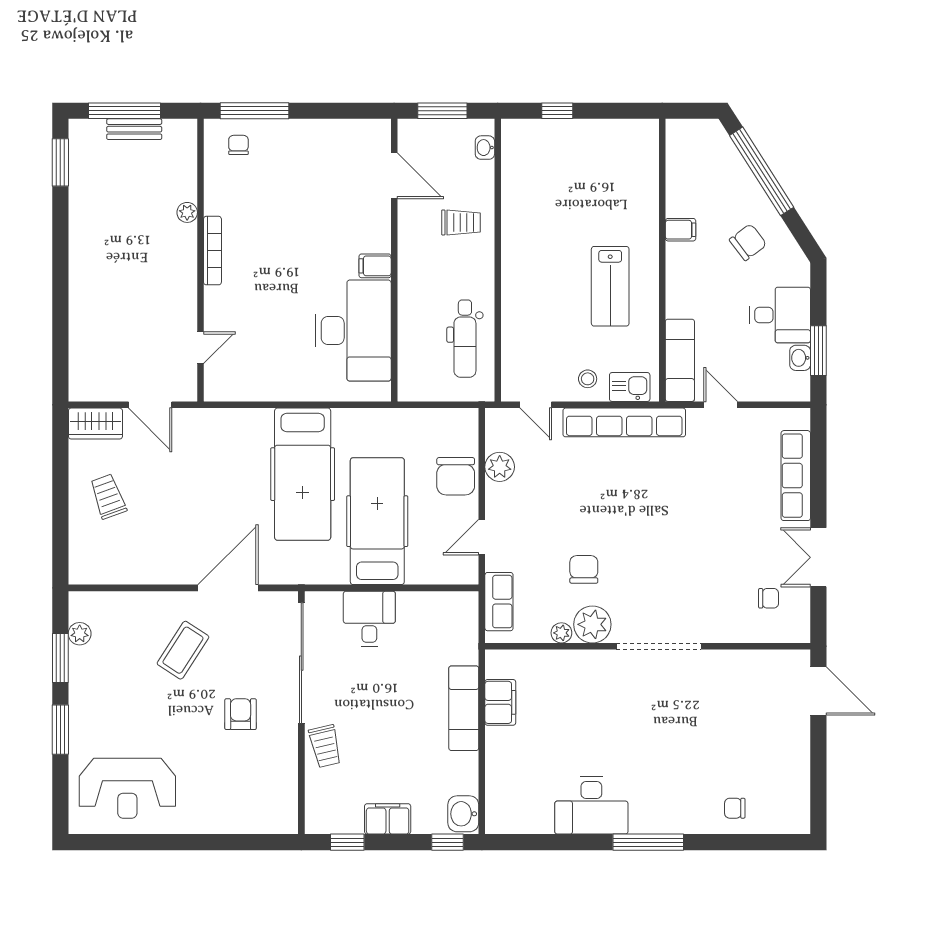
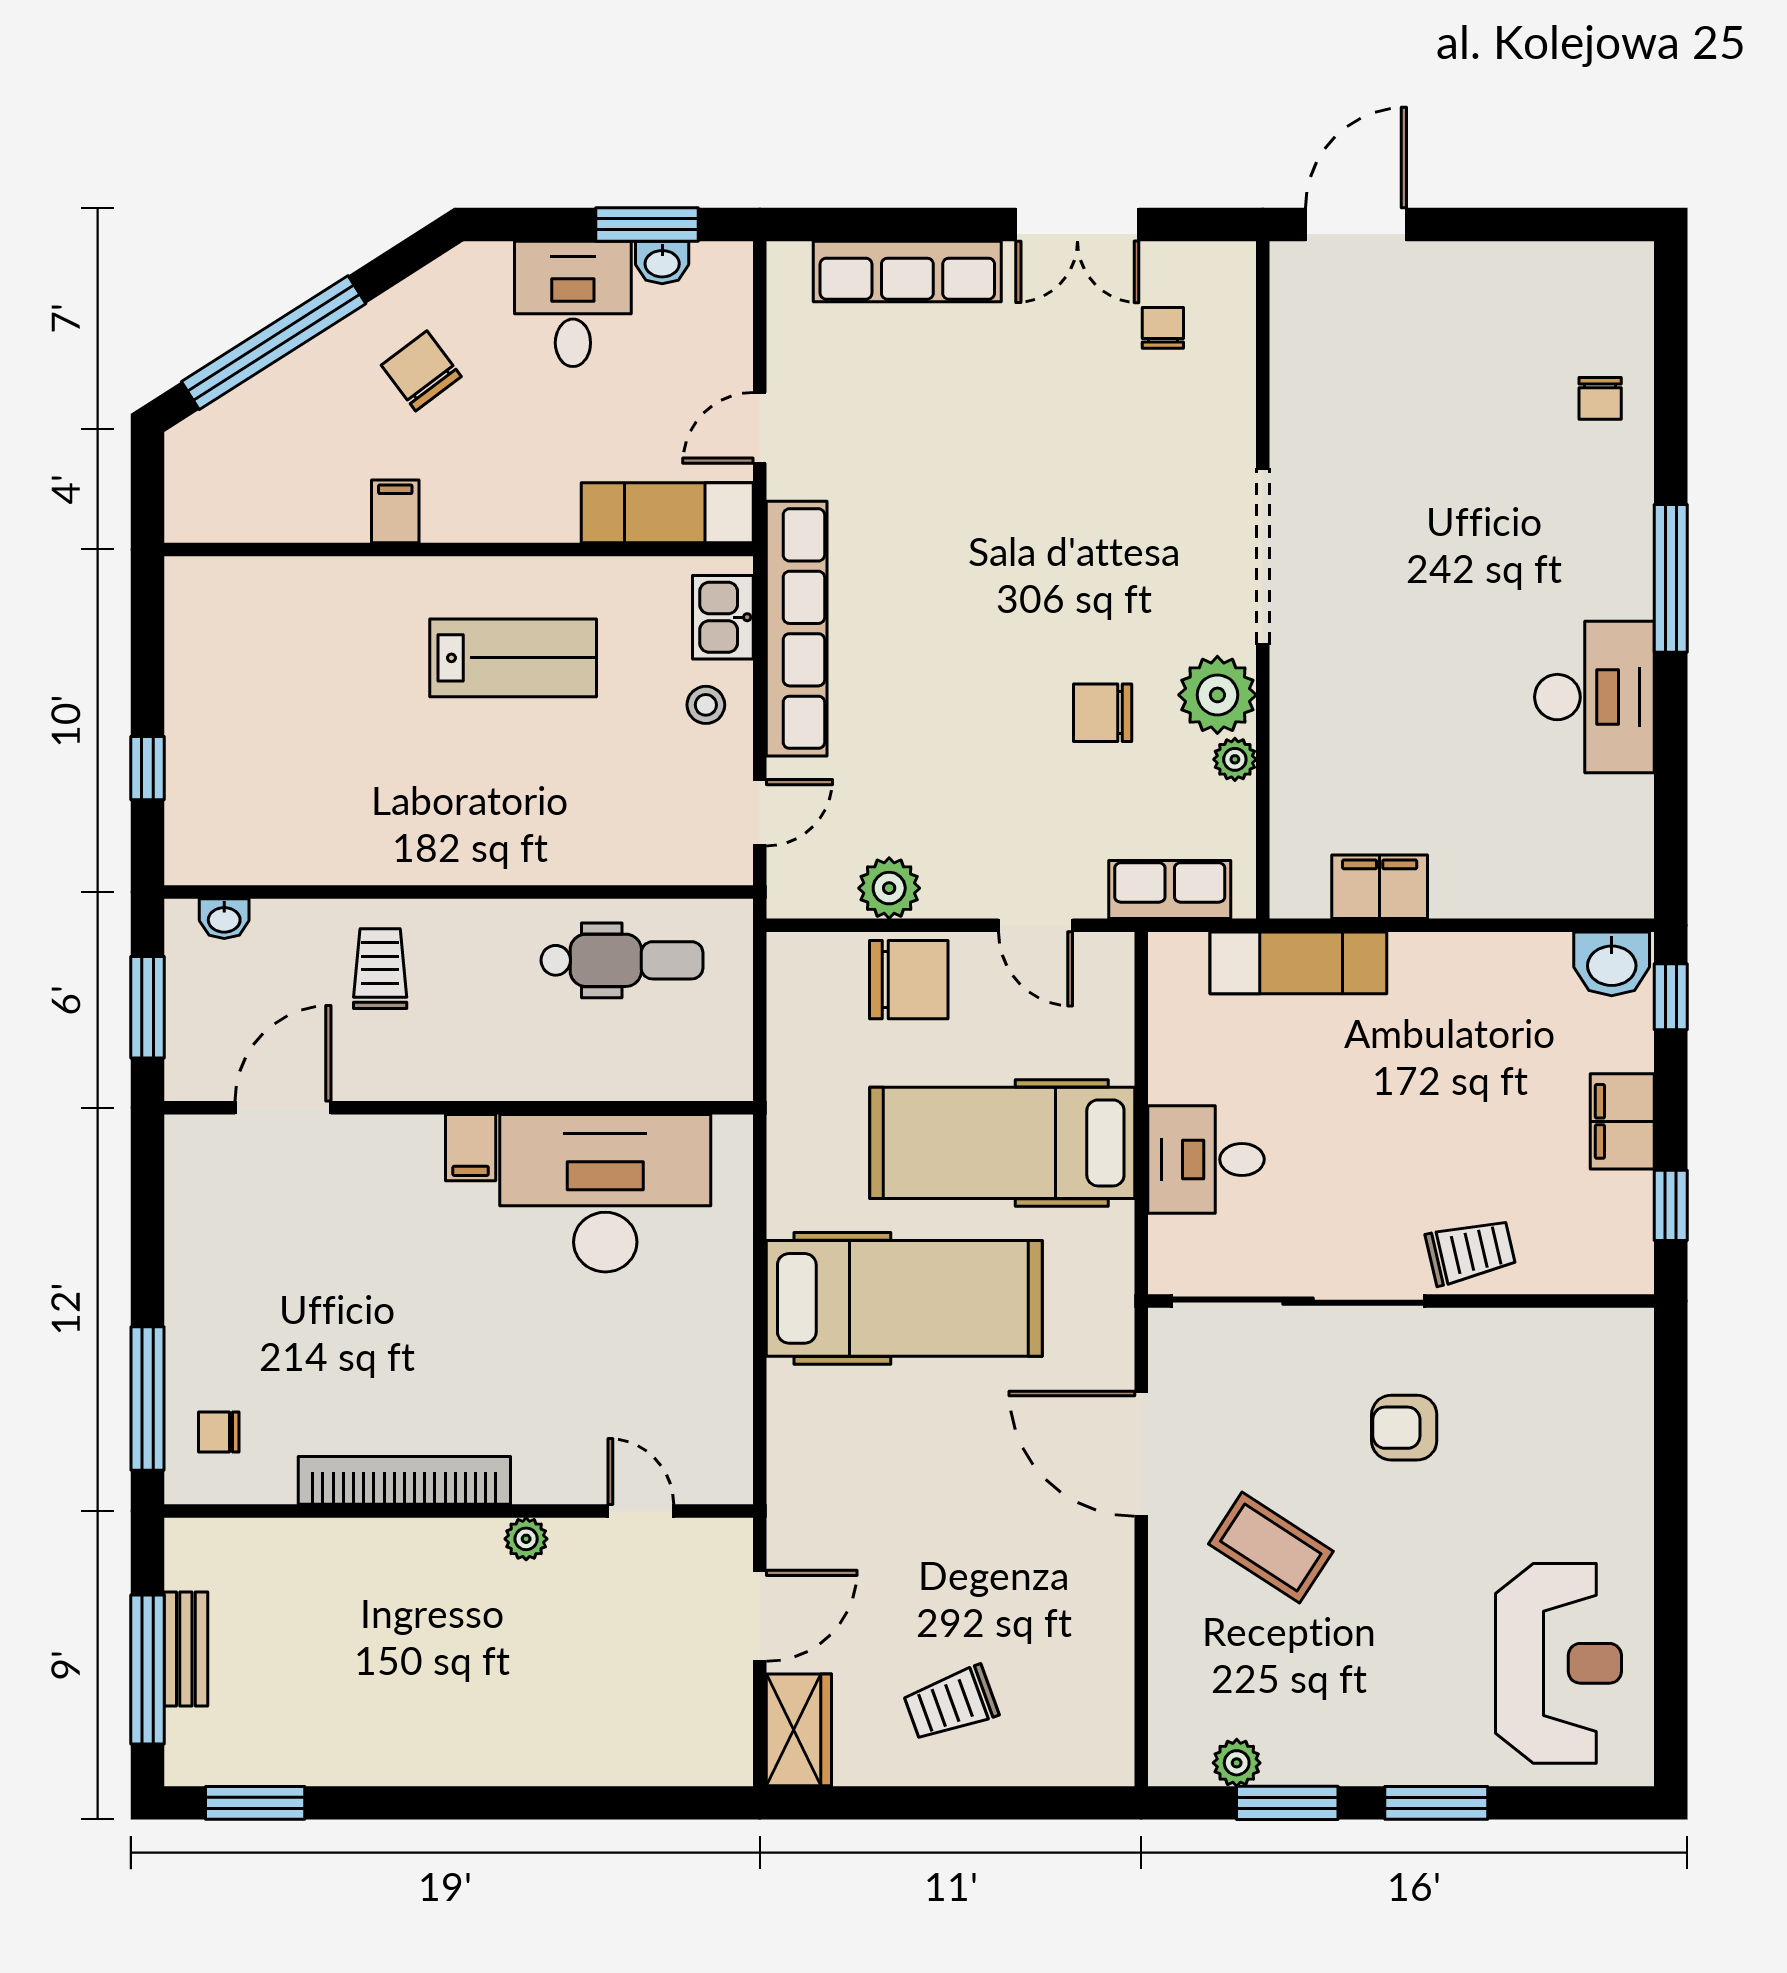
plant: (187, 212) -> (526, 1539), moved
bookcase: (212, 251) -> (404, 1480), width x1.48, depth x1.31
exam couch: (464, 708) -> (1298, 963), moved

